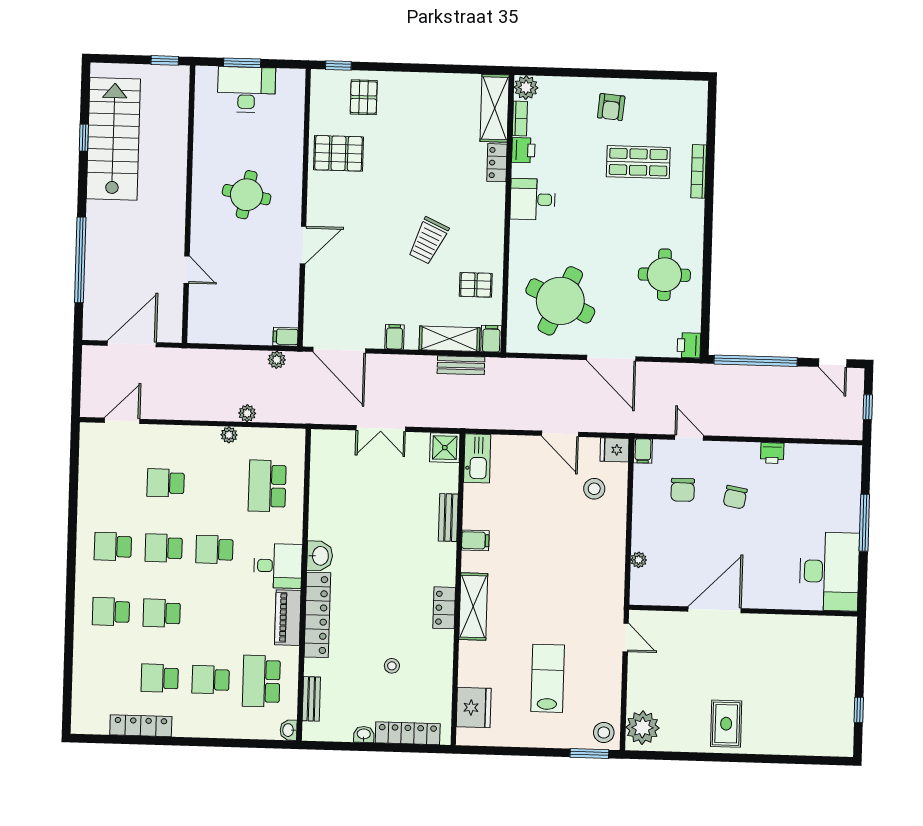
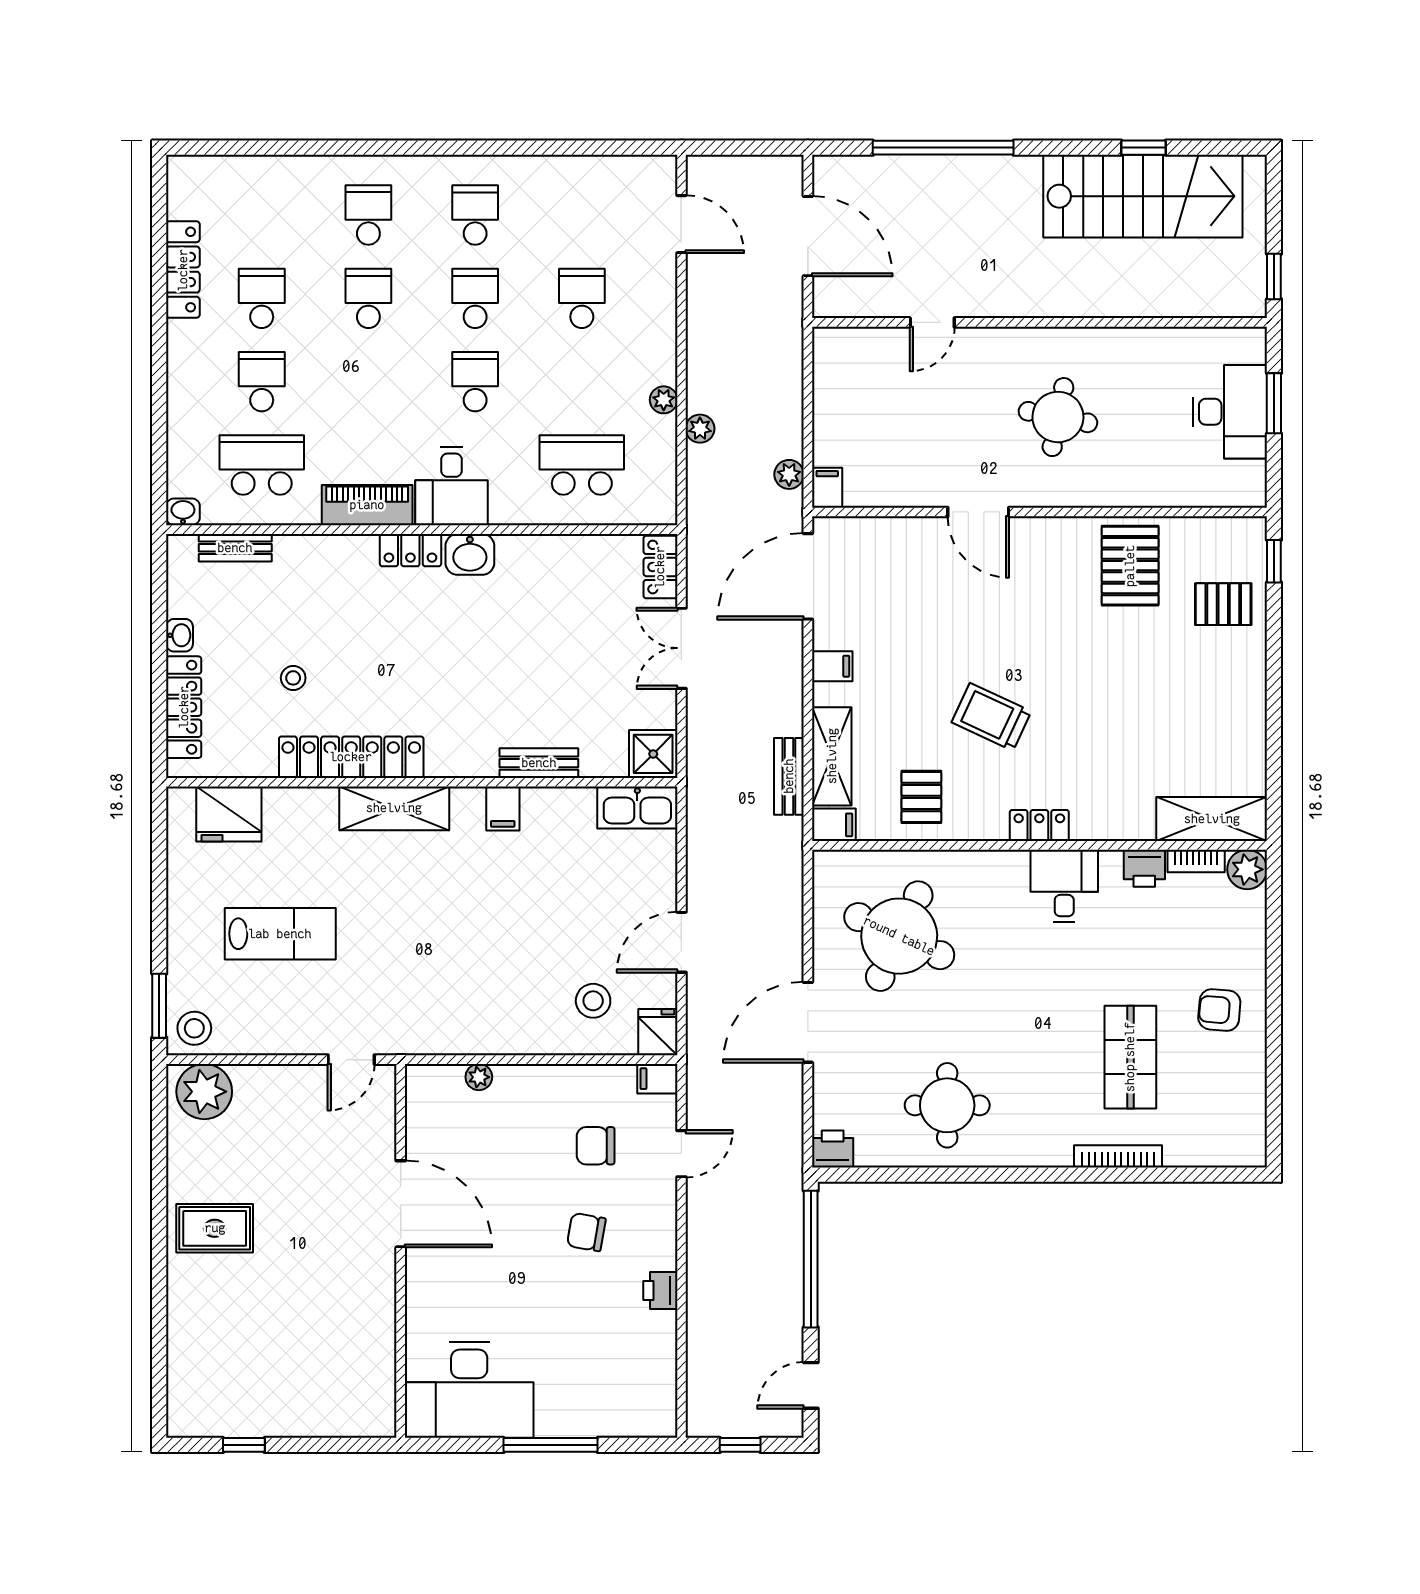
locker: (497, 163) -> (1039, 826), moved
locker: (331, 440) -> (660, 567), added
locker: (444, 608) -> (351, 757), width x2.16, depth x1.21
locker: (317, 615) -> (410, 550), width x0.46, depth x0.83

